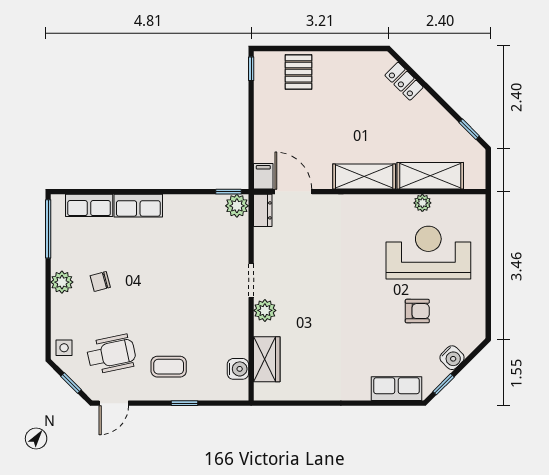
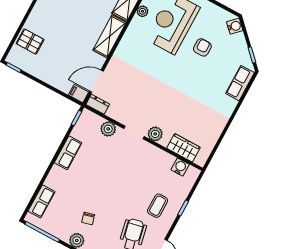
row of seats: (138, 206) -> (68, 153), moved
plant: (237, 206) -> (108, 129), moved
water cooler: (452, 358) -> (235, 26), moved

